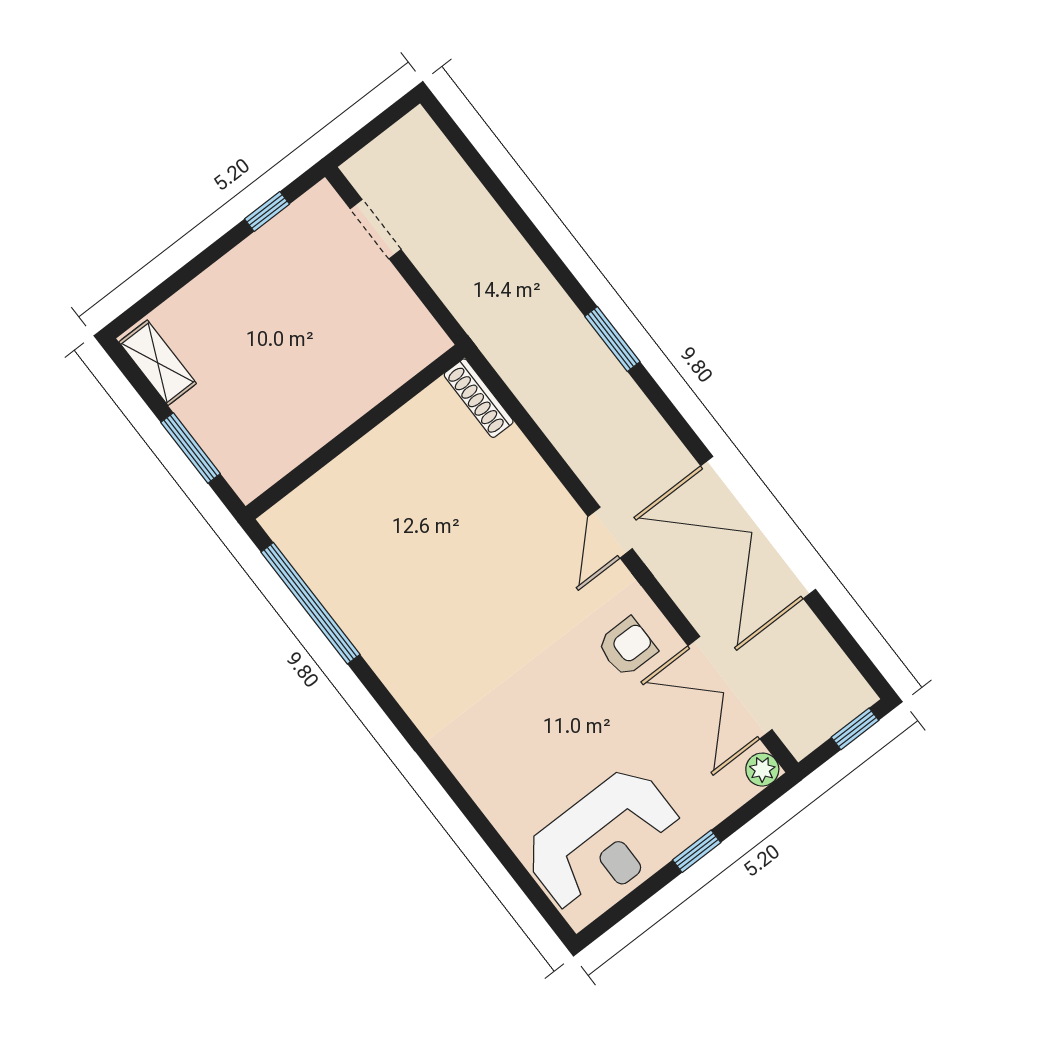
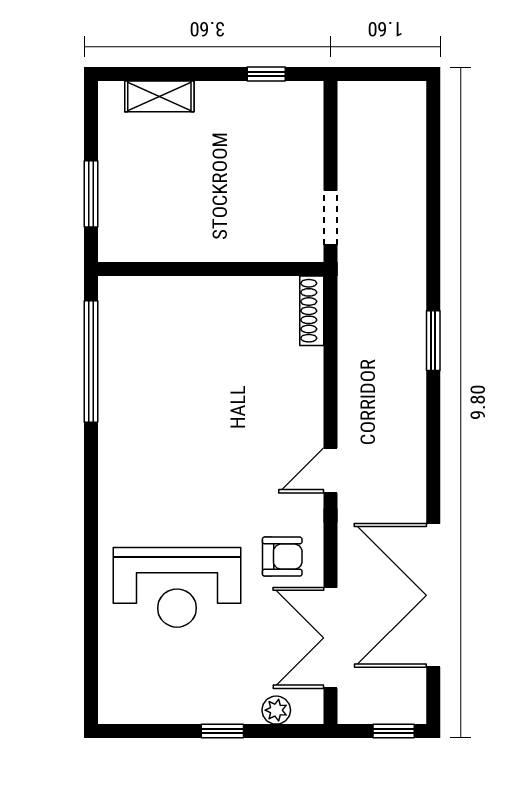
doorway: (376, 229) -> (331, 218), moved
shelving: (158, 363) -> (159, 96), moved, turned 90
double door: (758, 528) -> (433, 595), moved
plant: (762, 770) -> (276, 710), moved
reception desk: (604, 841) -> (177, 587), moved

